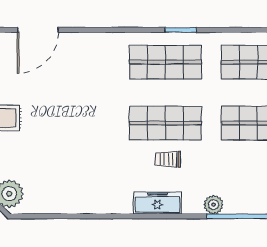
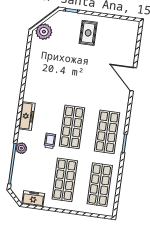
door: (38, 30) -> (133, 79), moved
trolley: (168, 159) -> (50, 141), moved

